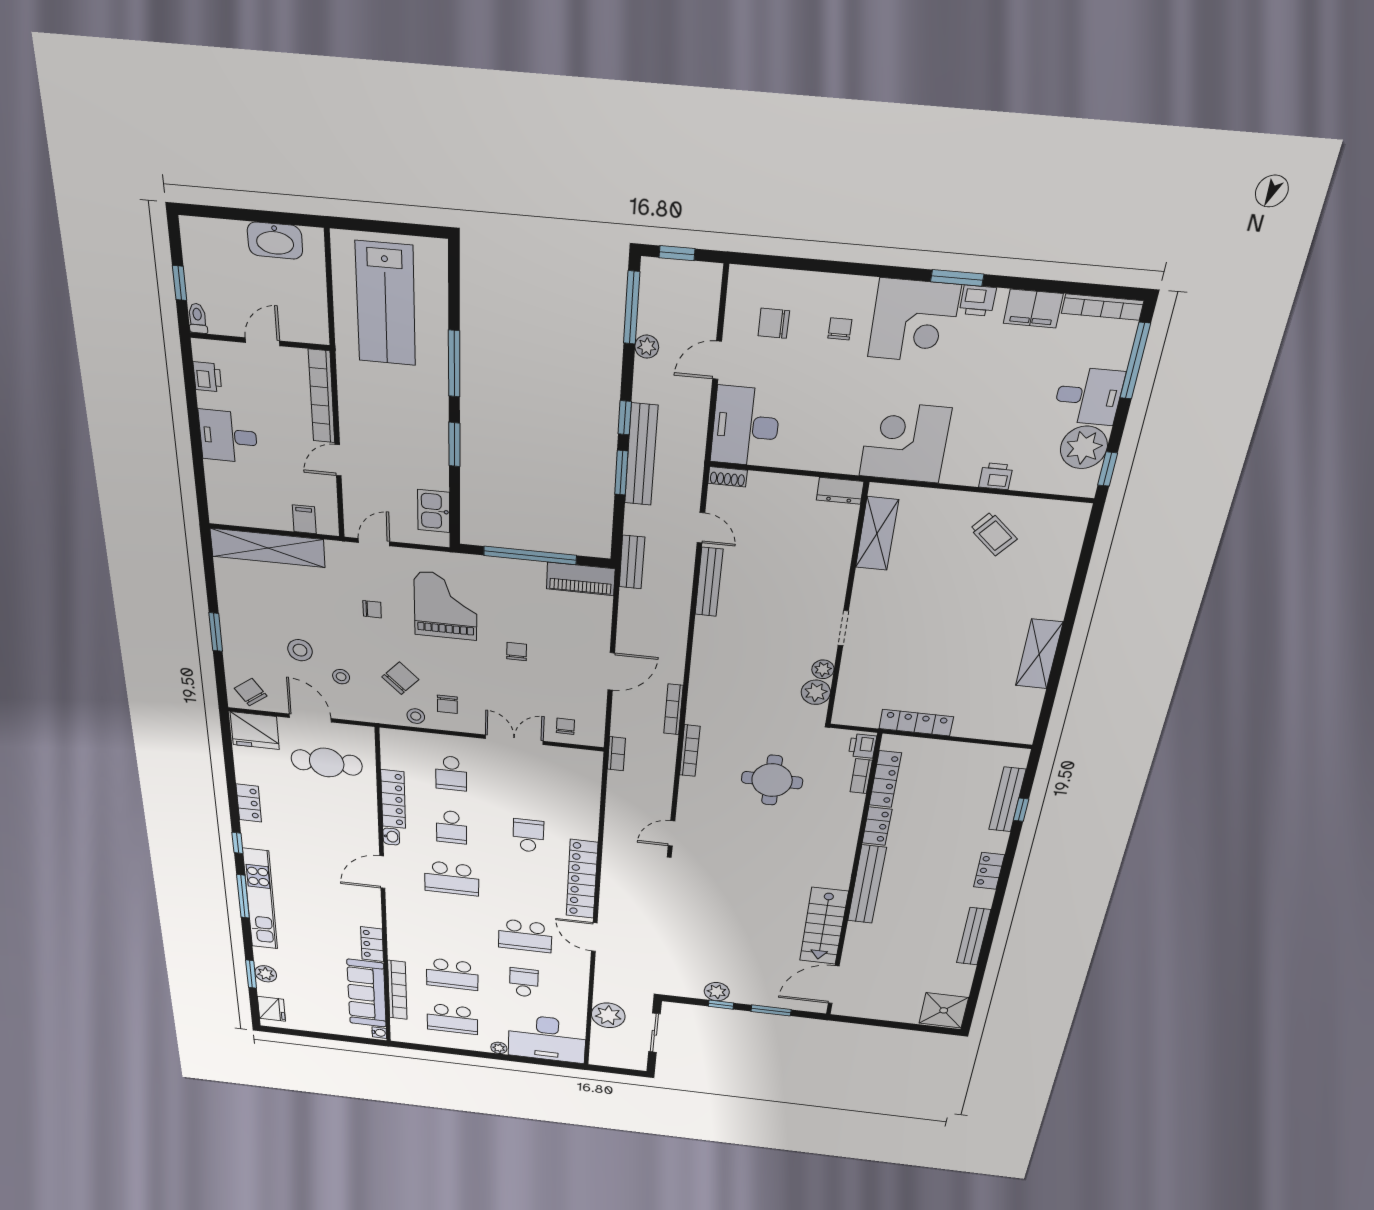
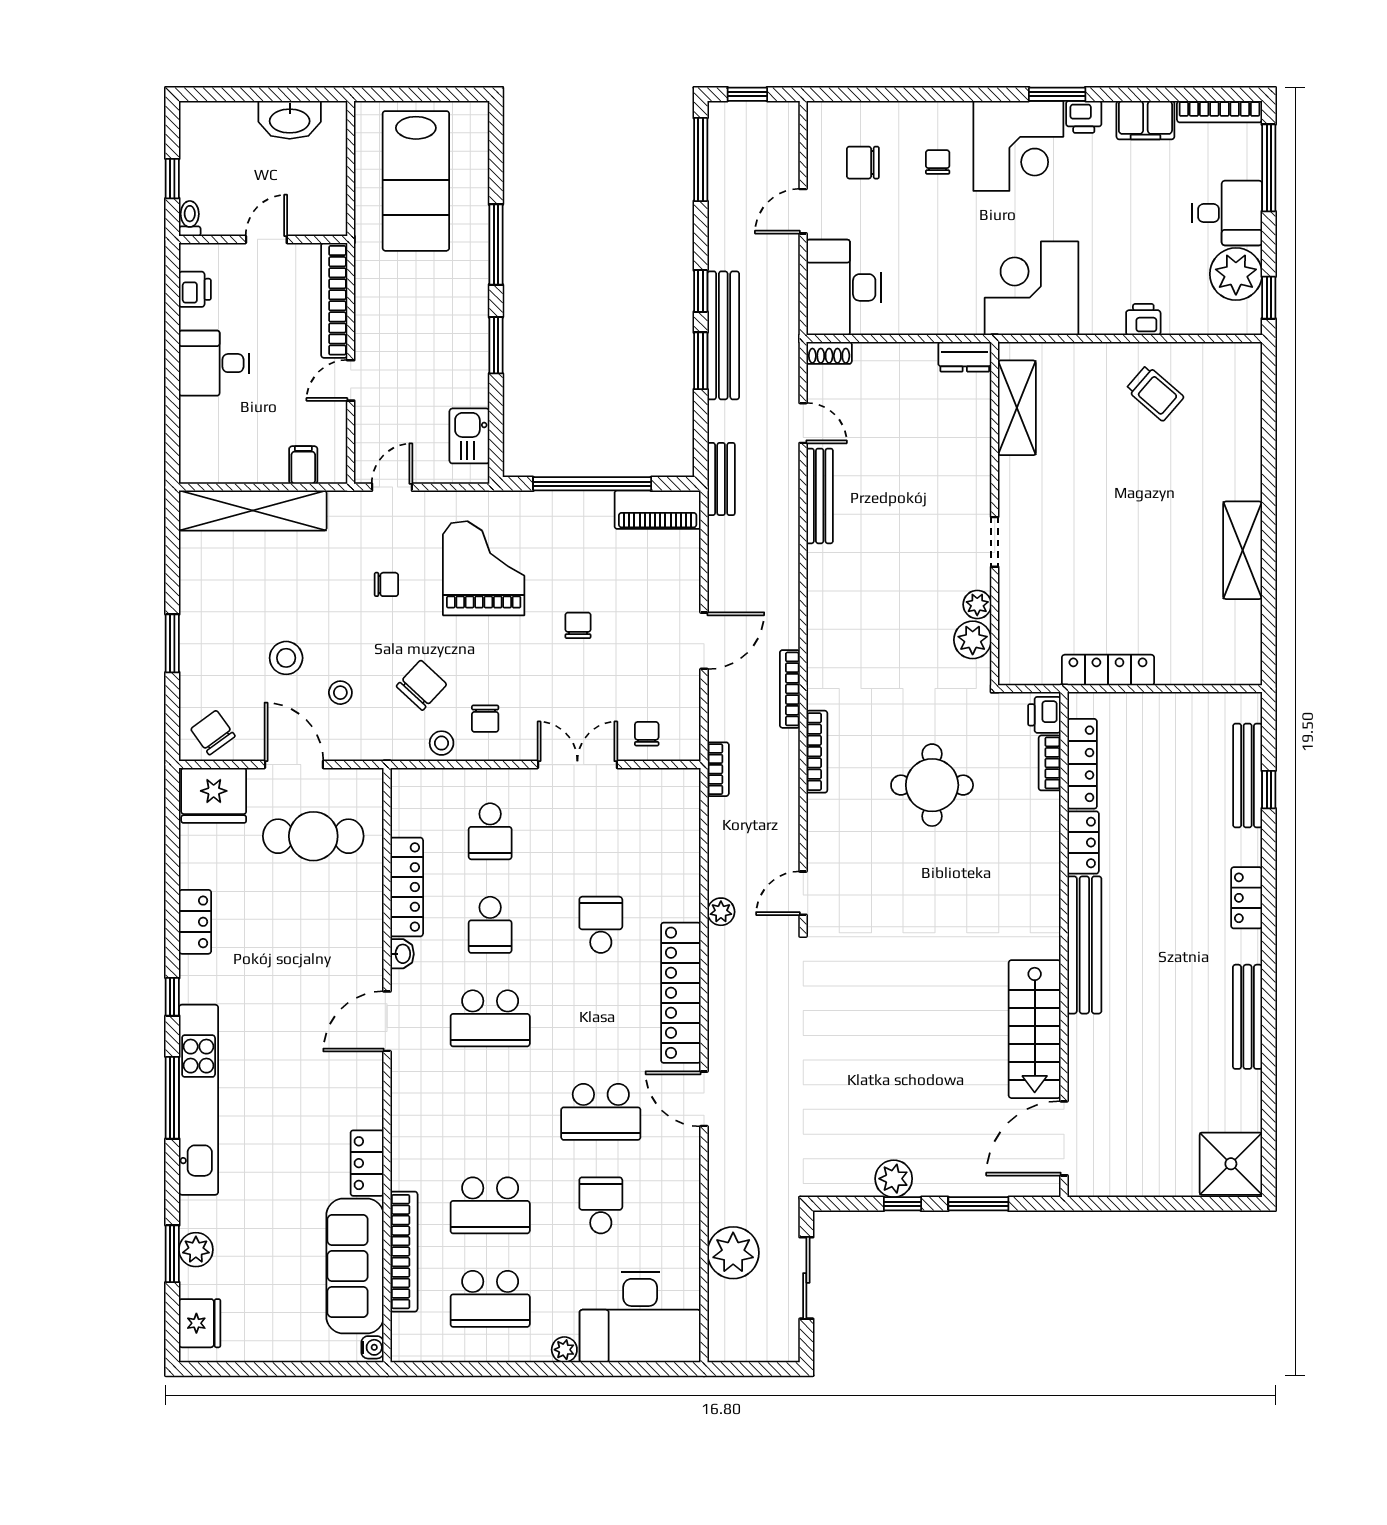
plant: (647, 347) -> (721, 912), moved

